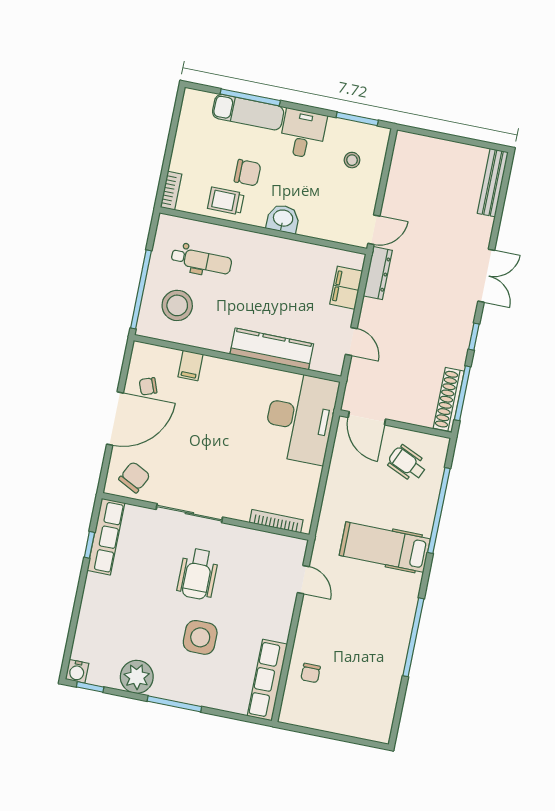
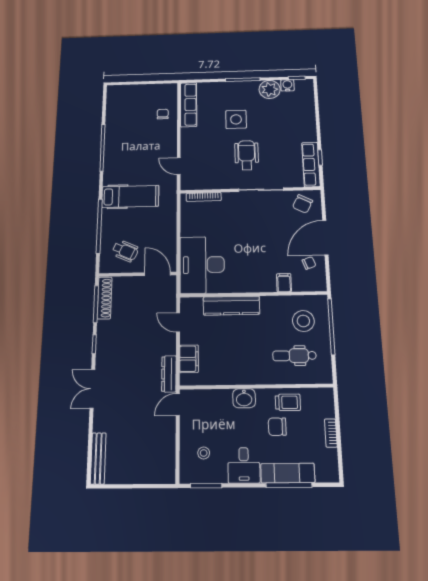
bookcase: (171, 191) -> (331, 433), moved
water cooler: (77, 671) -> (287, 85), moved

